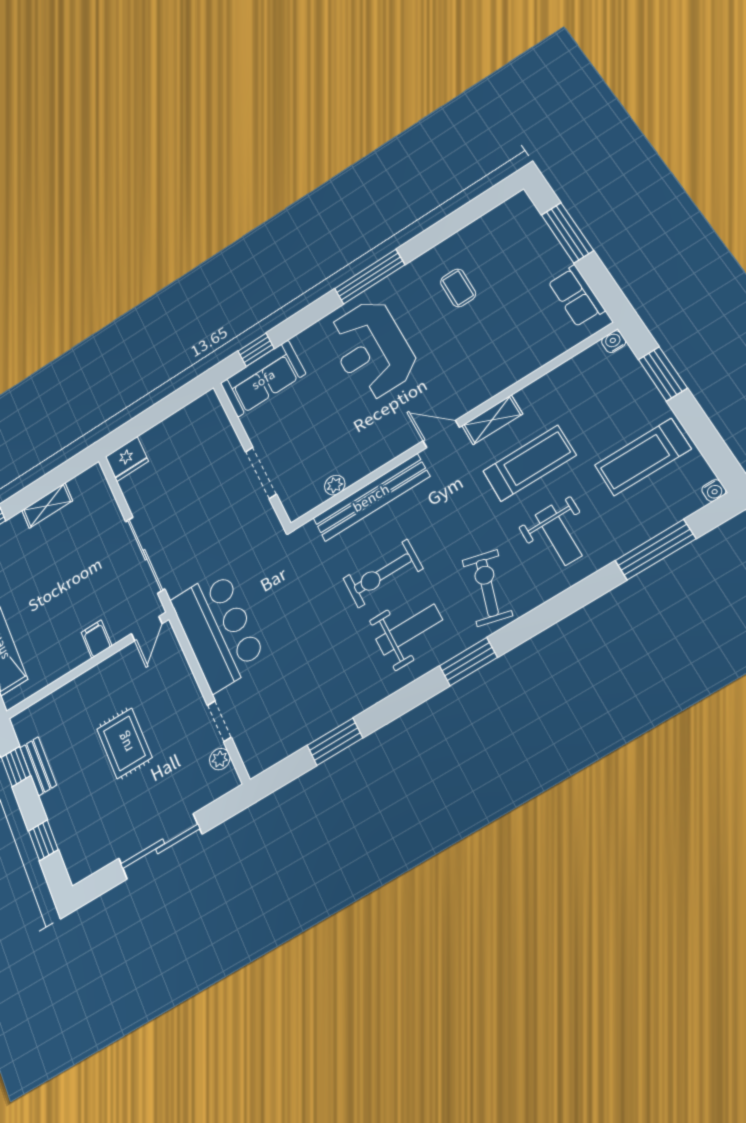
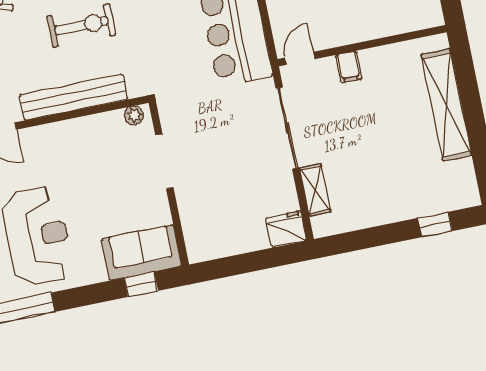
plant: (335, 485) -> (134, 115), moved
shelving: (47, 506) -> (315, 190), moved, turned 90

